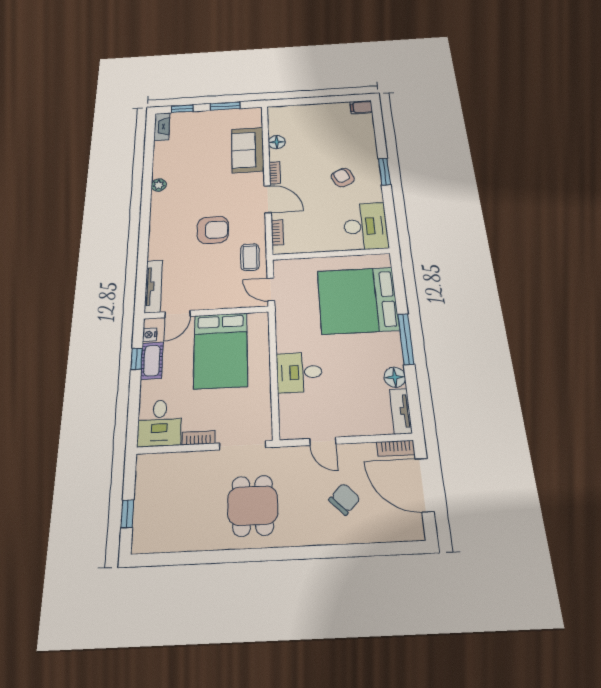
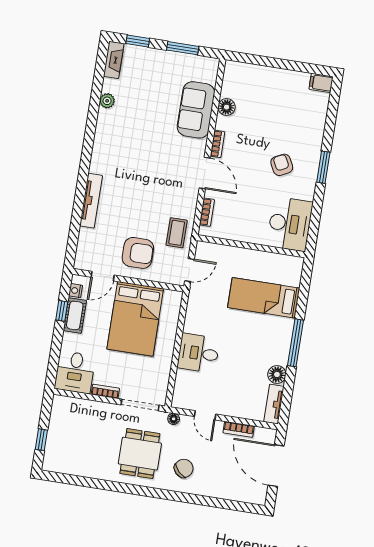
plant: (159, 185) -> (107, 101), moved
armchair: (213, 230) -> (138, 253), moved
tv unit: (153, 286) -> (91, 201), moved
door: (271, 289) -> (189, 270), swing flipped
bed: (358, 300) -> (264, 298), width x0.49
bookcase: (396, 448) -> (239, 429), moved
floor lamp: (286, 454) -> (174, 419), added
chair: (344, 499) -> (184, 468), moved

